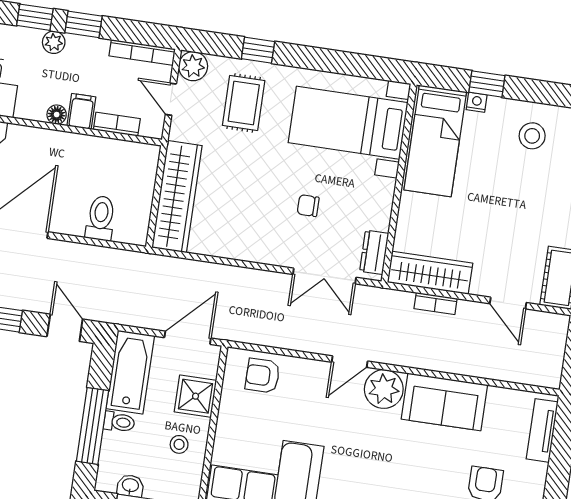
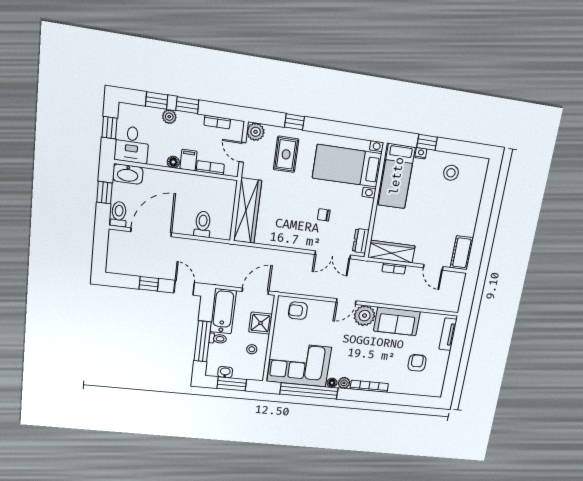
bookcase: (142, 52) -> (217, 122), width x0.64

